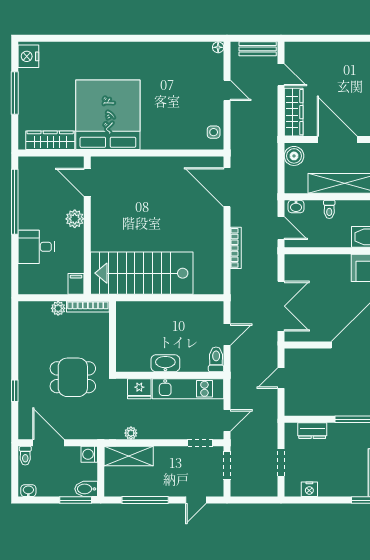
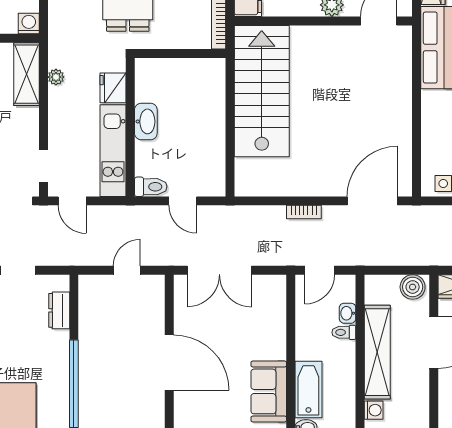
washbasin: (296, 207) -> (348, 313), moved
bookcase: (236, 248) -> (304, 212), width x0.64
door: (281, 378) -> (127, 270), hinge flipped

